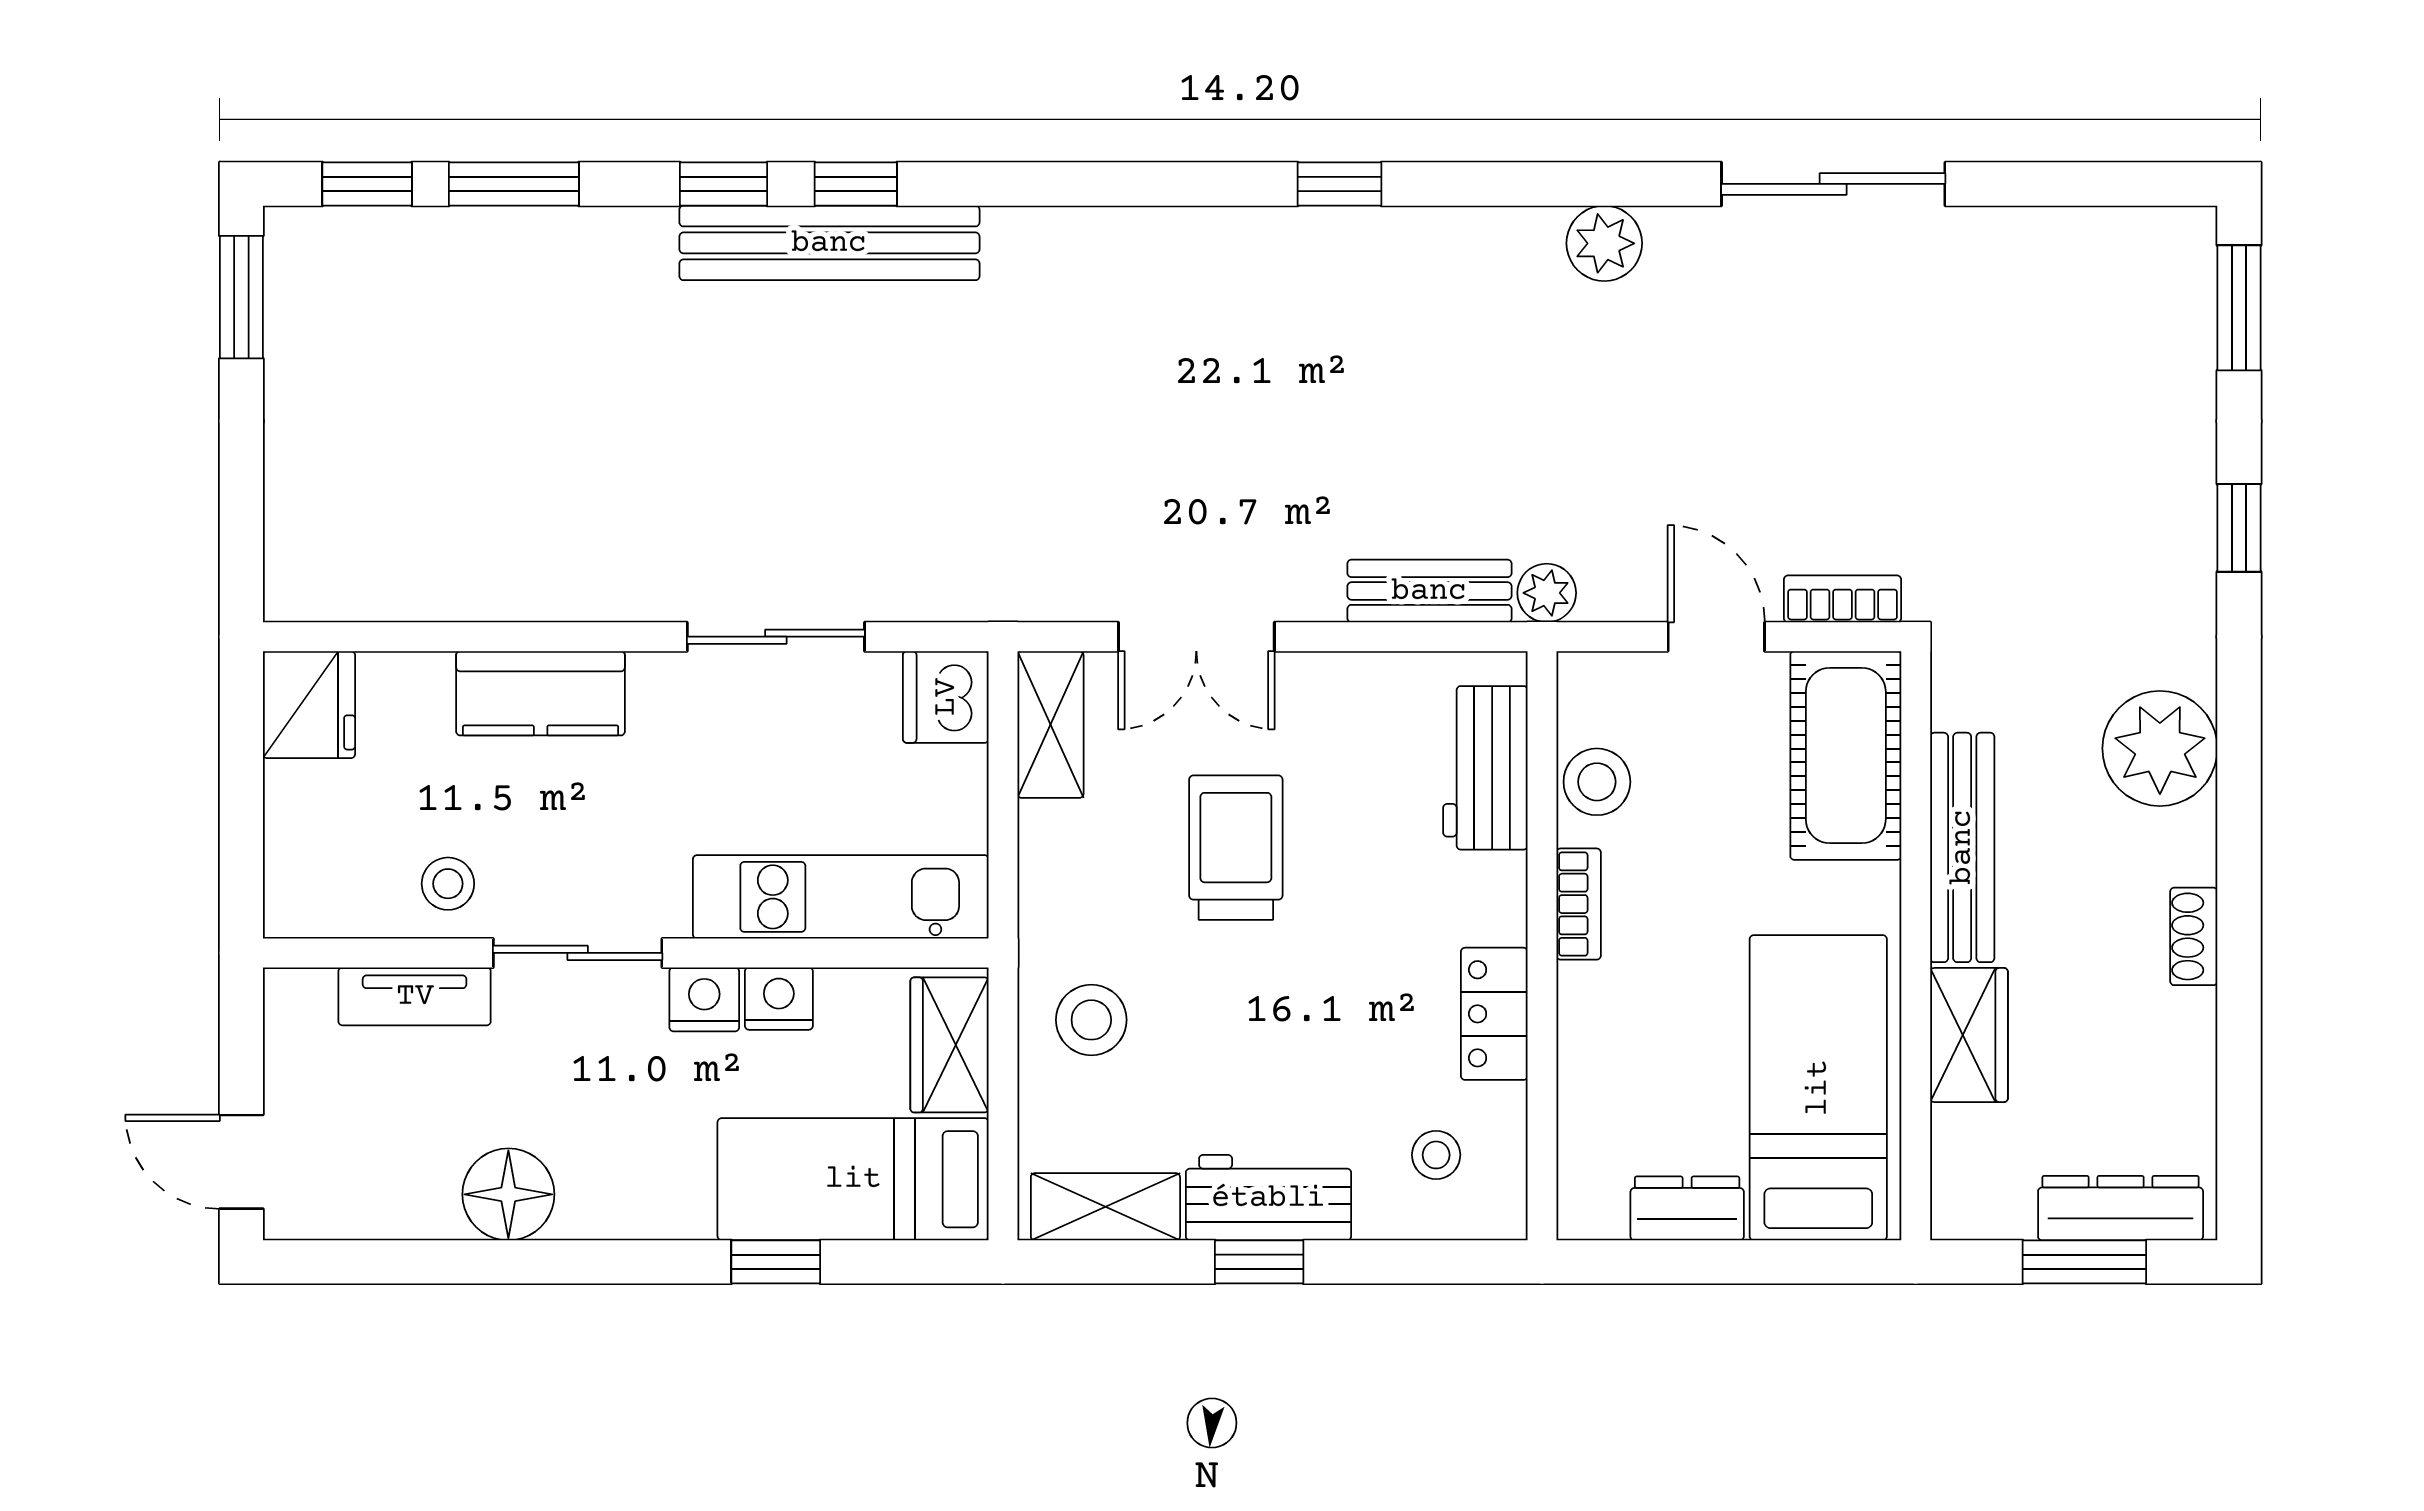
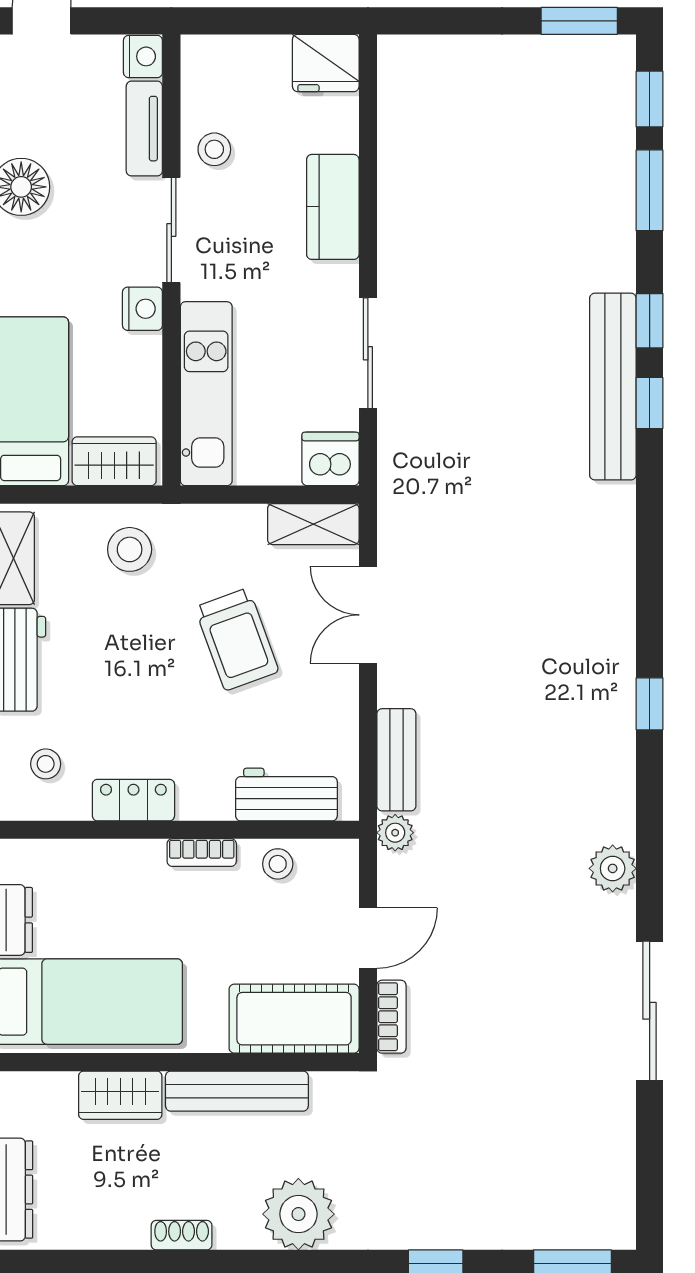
stool: (1597, 782) -> (278, 864), width x0.73, depth x0.73
trolley: (1236, 848) -> (237, 639), turned 70
nightstand: (779, 999) -> (143, 56), moved

